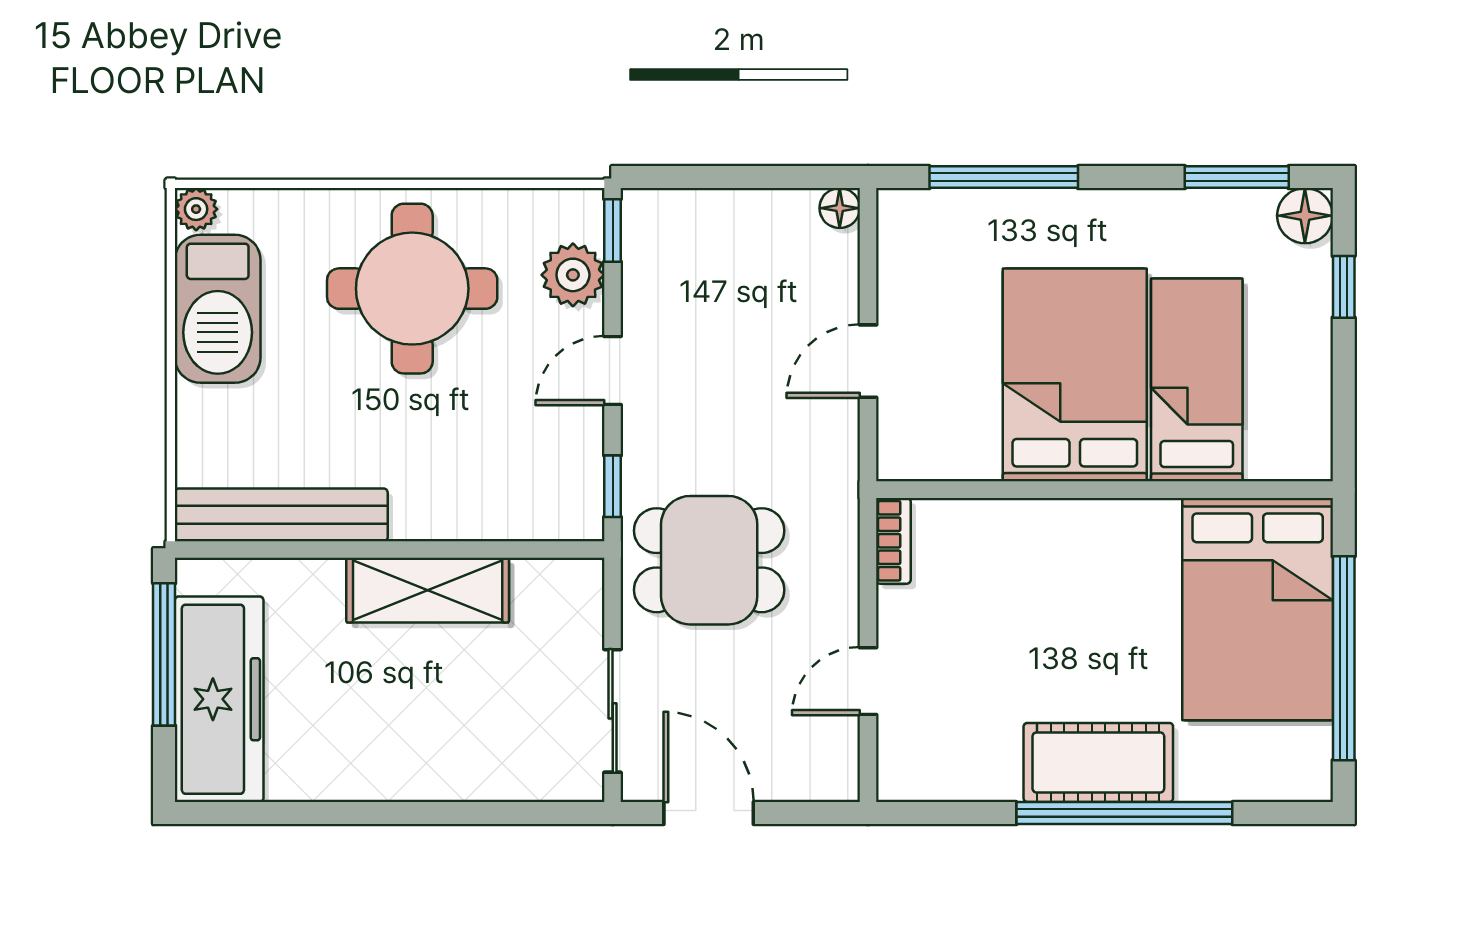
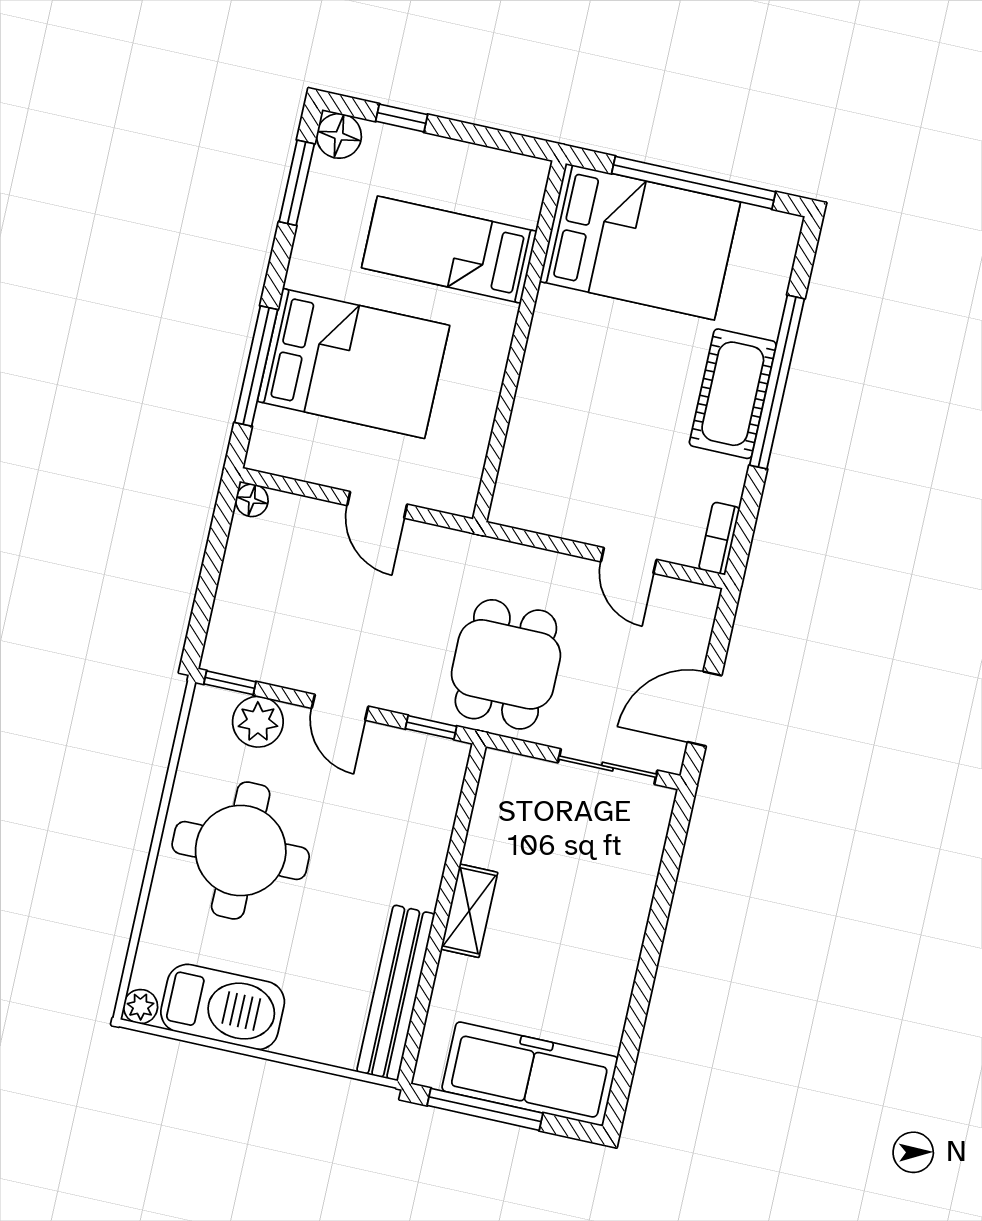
bed: (1075, 375) -> (354, 363), moved, turned 180
bookcase: (893, 541) -> (719, 538), moved, turned -90
shelving: (428, 590) -> (469, 911), width x0.67, depth x0.75

